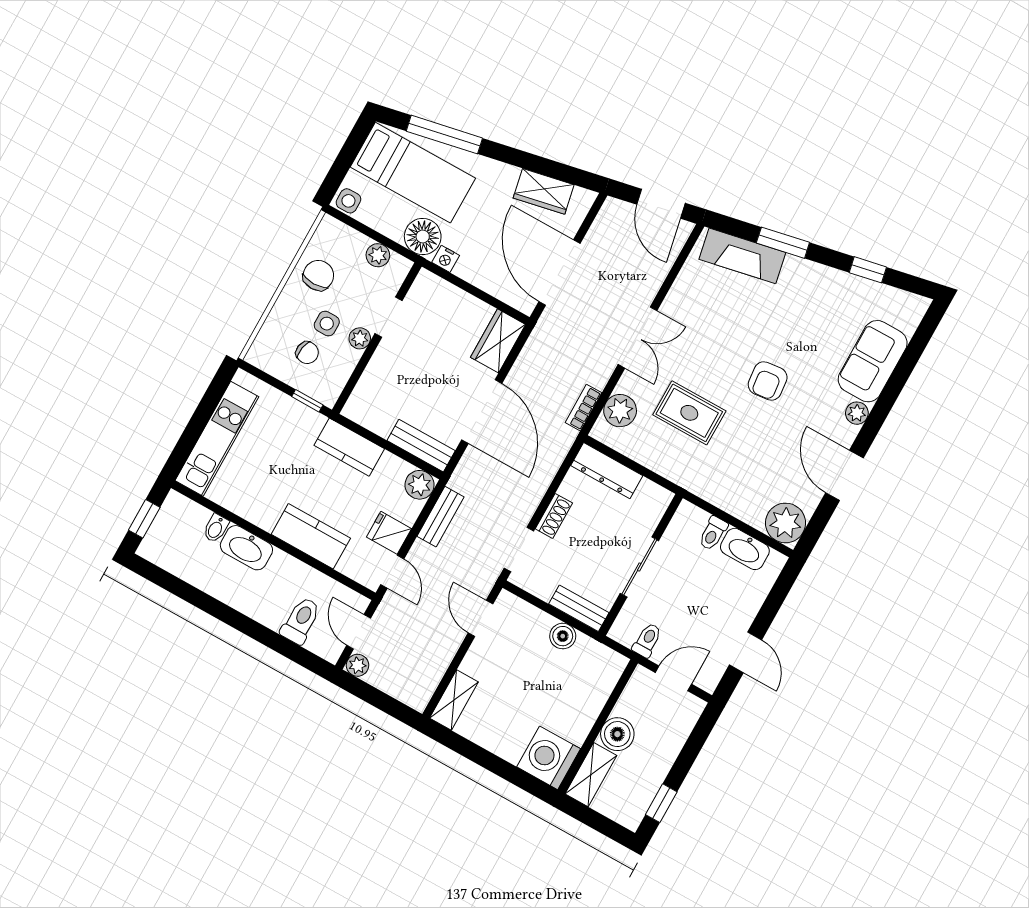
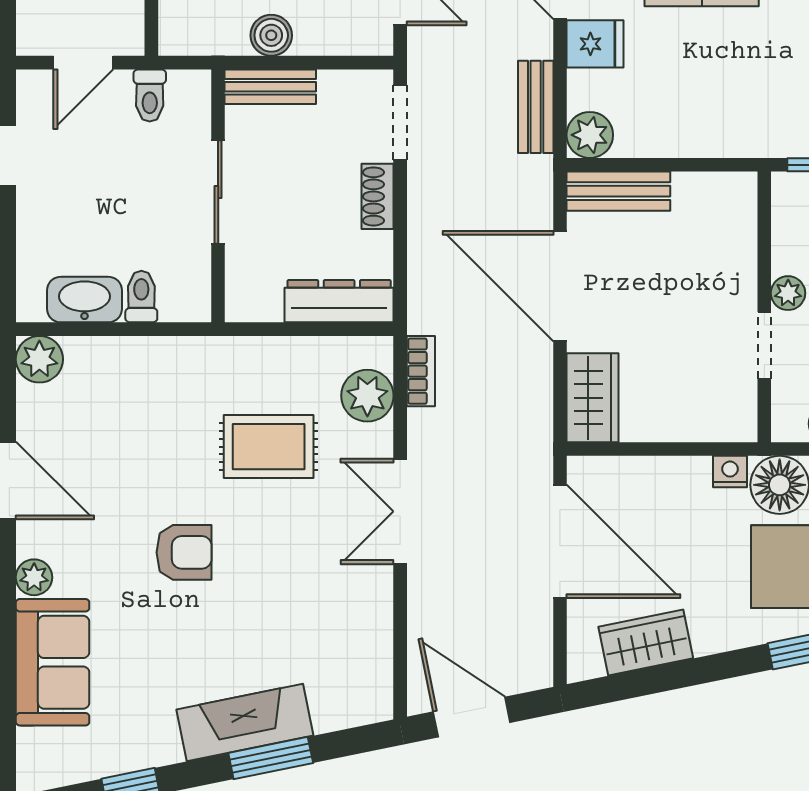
fireplace: (742, 256) -> (245, 722), moved
armchair: (768, 381) -> (184, 552), turned 96
kitchen counter: (349, 447) -> (718, 133), removed
plant: (785, 523) -> (39, 359), width x0.73, depth x0.73

